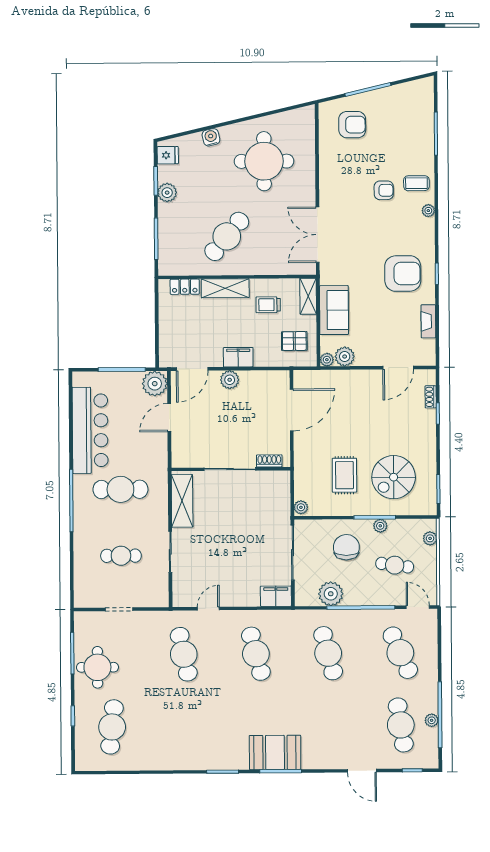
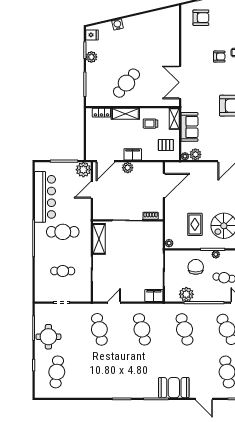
round table: (264, 161) -> (149, 39), removed
booth: (275, 752) -> (174, 388), moved

